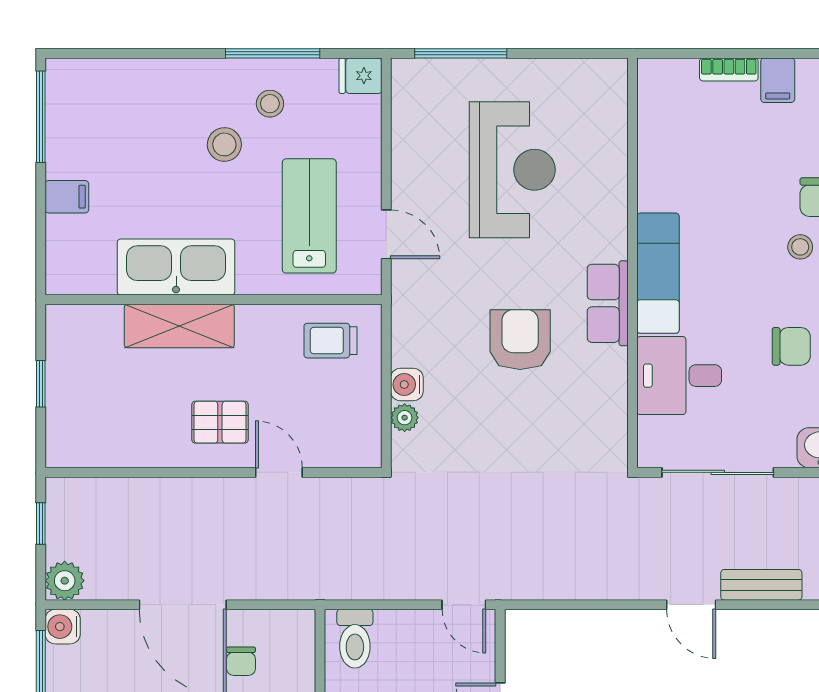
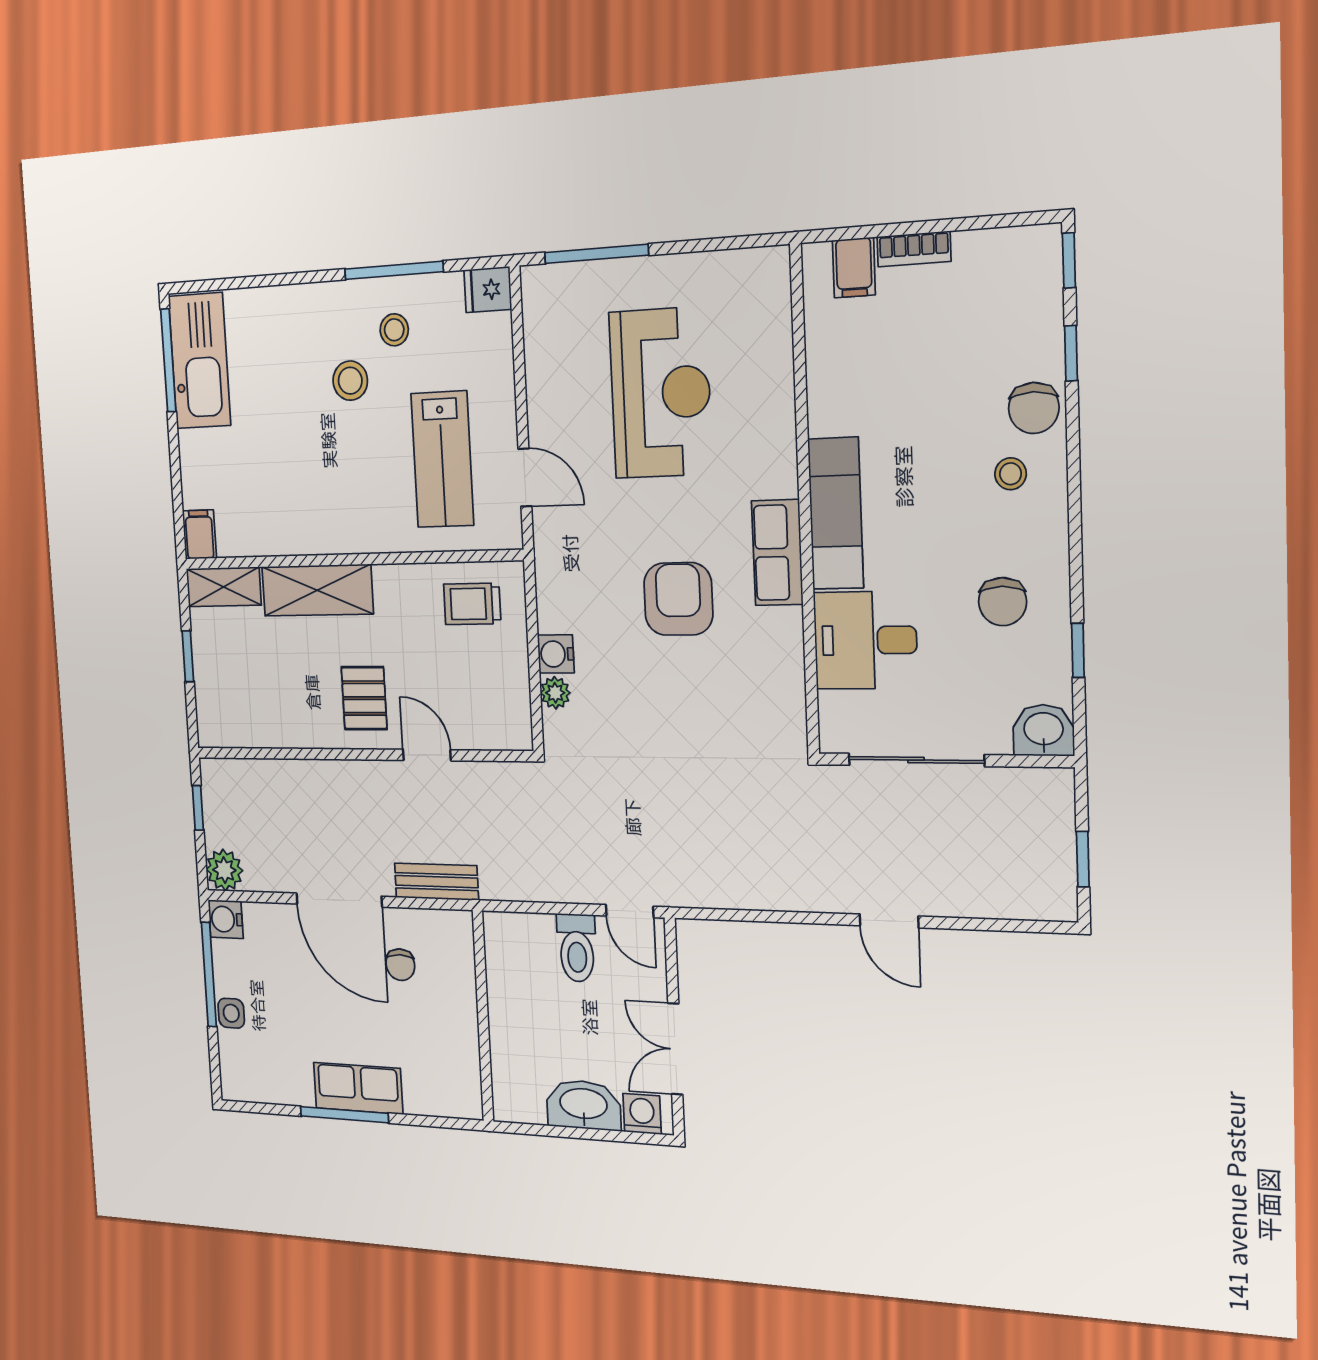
filing cabinet: (778, 80) -> (854, 268), moved
filing cabinet: (67, 197) -> (199, 534), moved, turned -90
lab bench: (309, 216) -> (442, 459), turned 180
kitchen sink: (176, 267) -> (199, 361), moved, turned 90
shelving: (83, 321) -> (224, 587), added
chair: (791, 346) -> (1003, 602), turned 90
pallet: (220, 422) -> (364, 698), turned 90
bench: (761, 585) -> (436, 882), moved
toilet: (355, 639) -> (577, 948), moved

